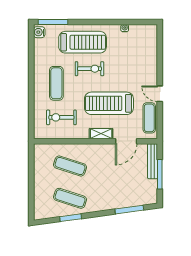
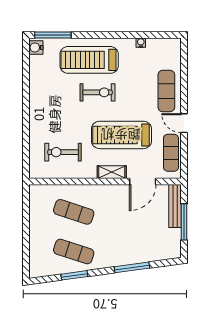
treadmill: (83, 42) -> (89, 60), turned 180
exercise mat: (56, 83) -> (166, 91), moved
window: (129, 210) -> (132, 267), moved

